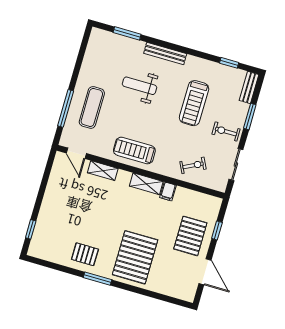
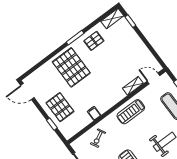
treadmill: (134, 150) -> (131, 112), turned 180
shelving: (146, 184) -> (112, 18), moved
door: (205, 272) -> (27, 91), moved

